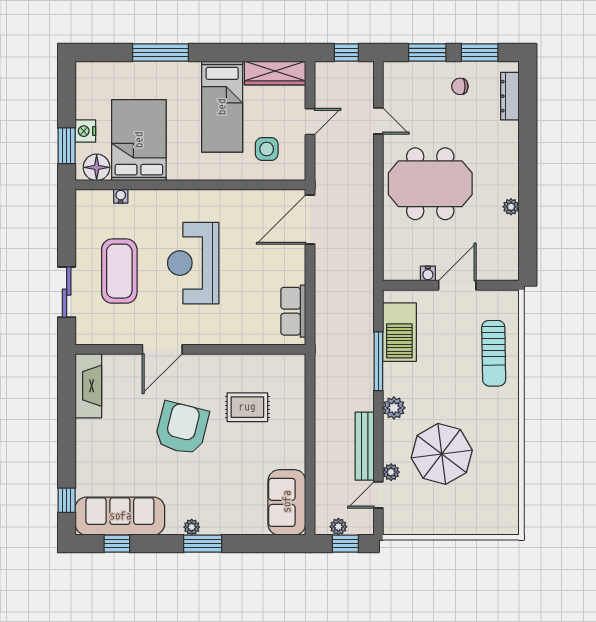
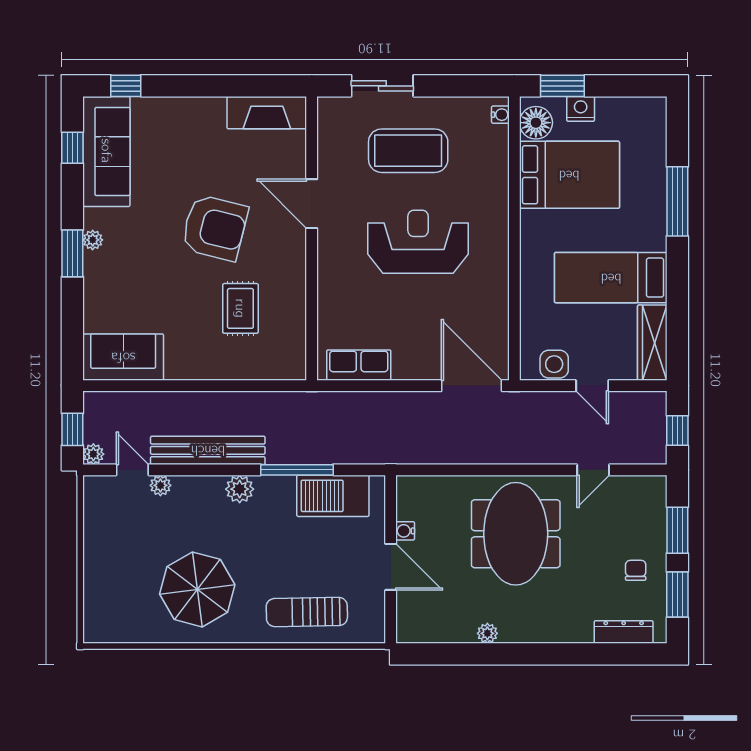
side table: (267, 149) -> (554, 364), moved
water cooler: (121, 196) -> (500, 115), moved
bench: (365, 446) -> (208, 450), width x1.37, depth x1.21
parasol: (442, 454) -> (197, 589), moved
plant: (338, 527) -> (93, 454), moved

